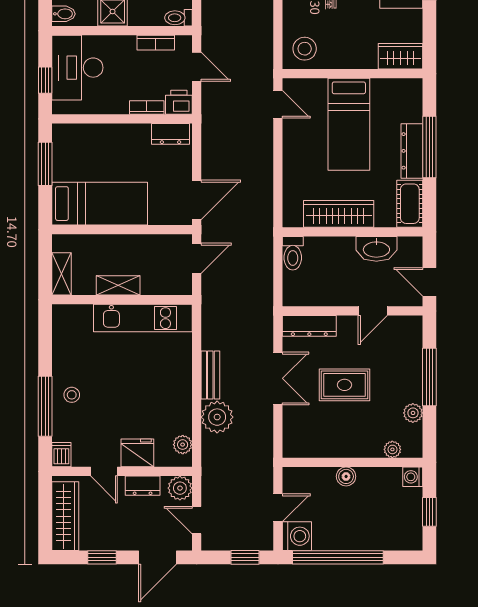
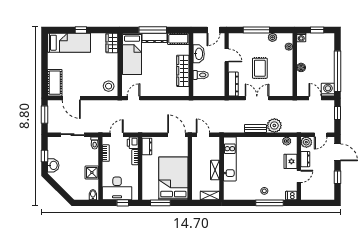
bed: (349, 124) -> (132, 54), moved, turned 90
bed: (100, 204) -> (173, 178), width x1.50
toilet: (293, 253) -> (201, 75), moved
wardrobe: (65, 516) -> (319, 194), removed

